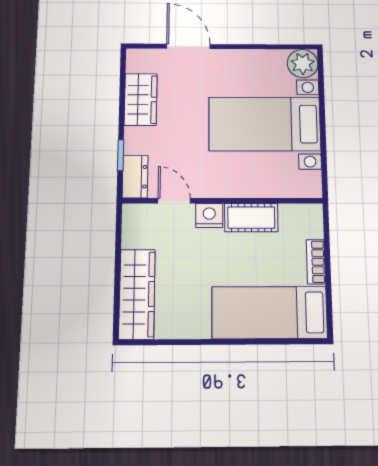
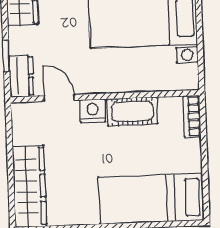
bookcase: (316, 262) -> (192, 116), moved

